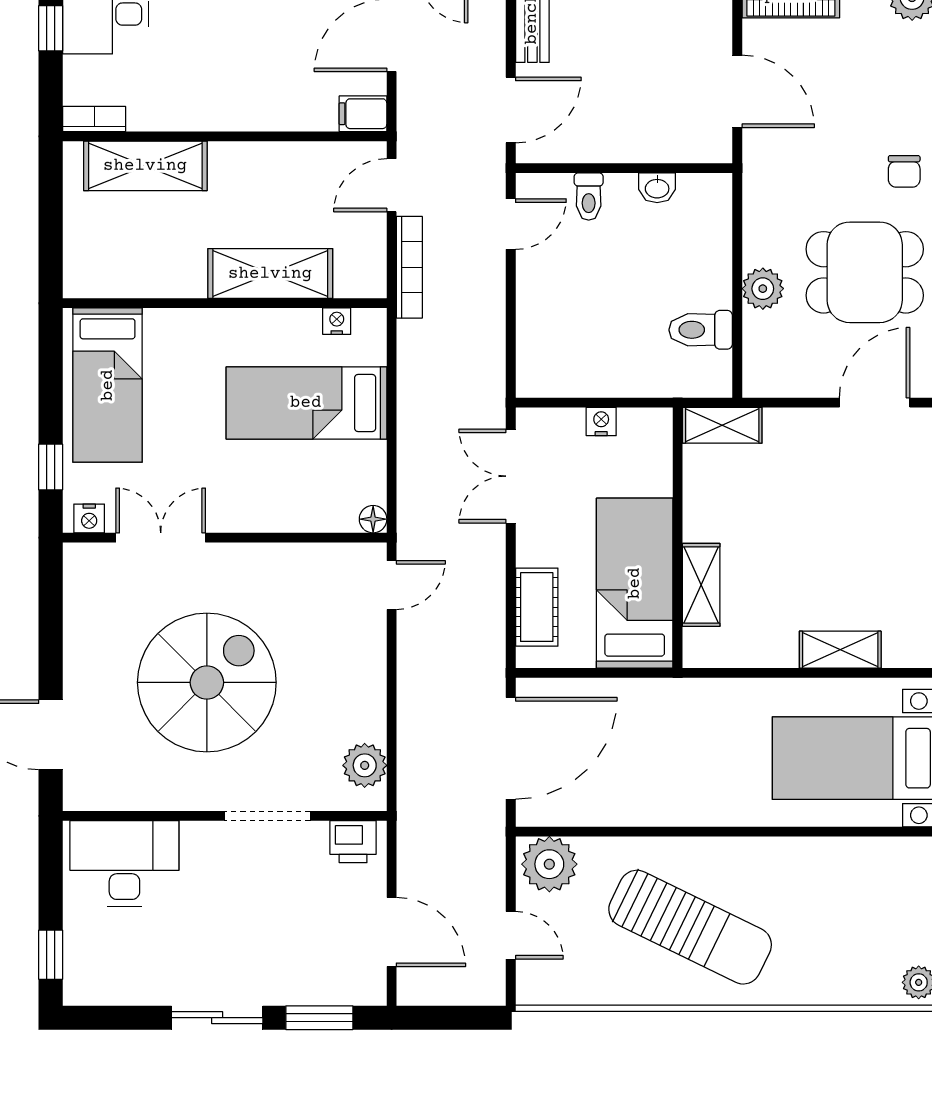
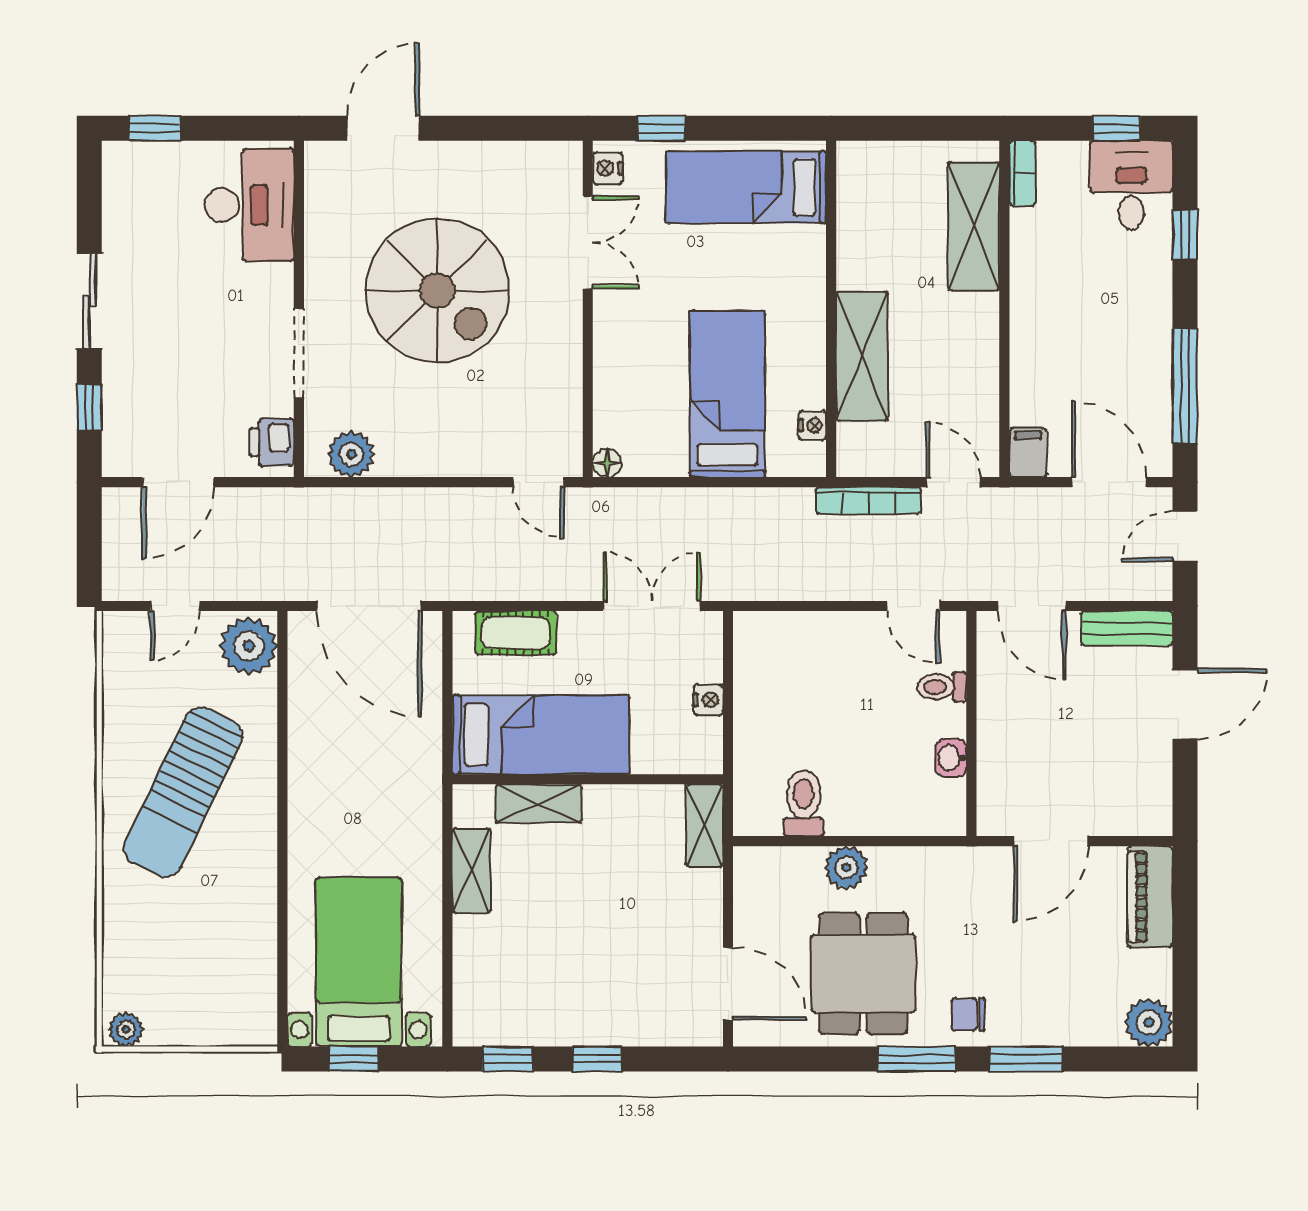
shelving: (840, 650) -> (471, 870), moved
window: (319, 1018) -> (89, 407), width x0.67

